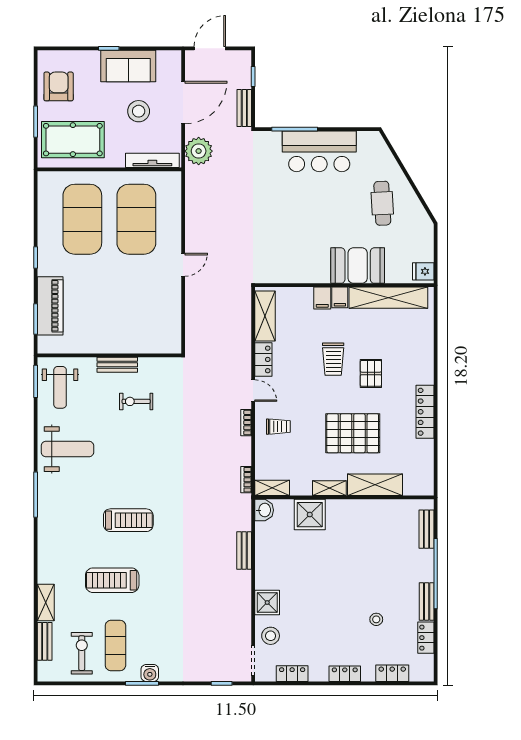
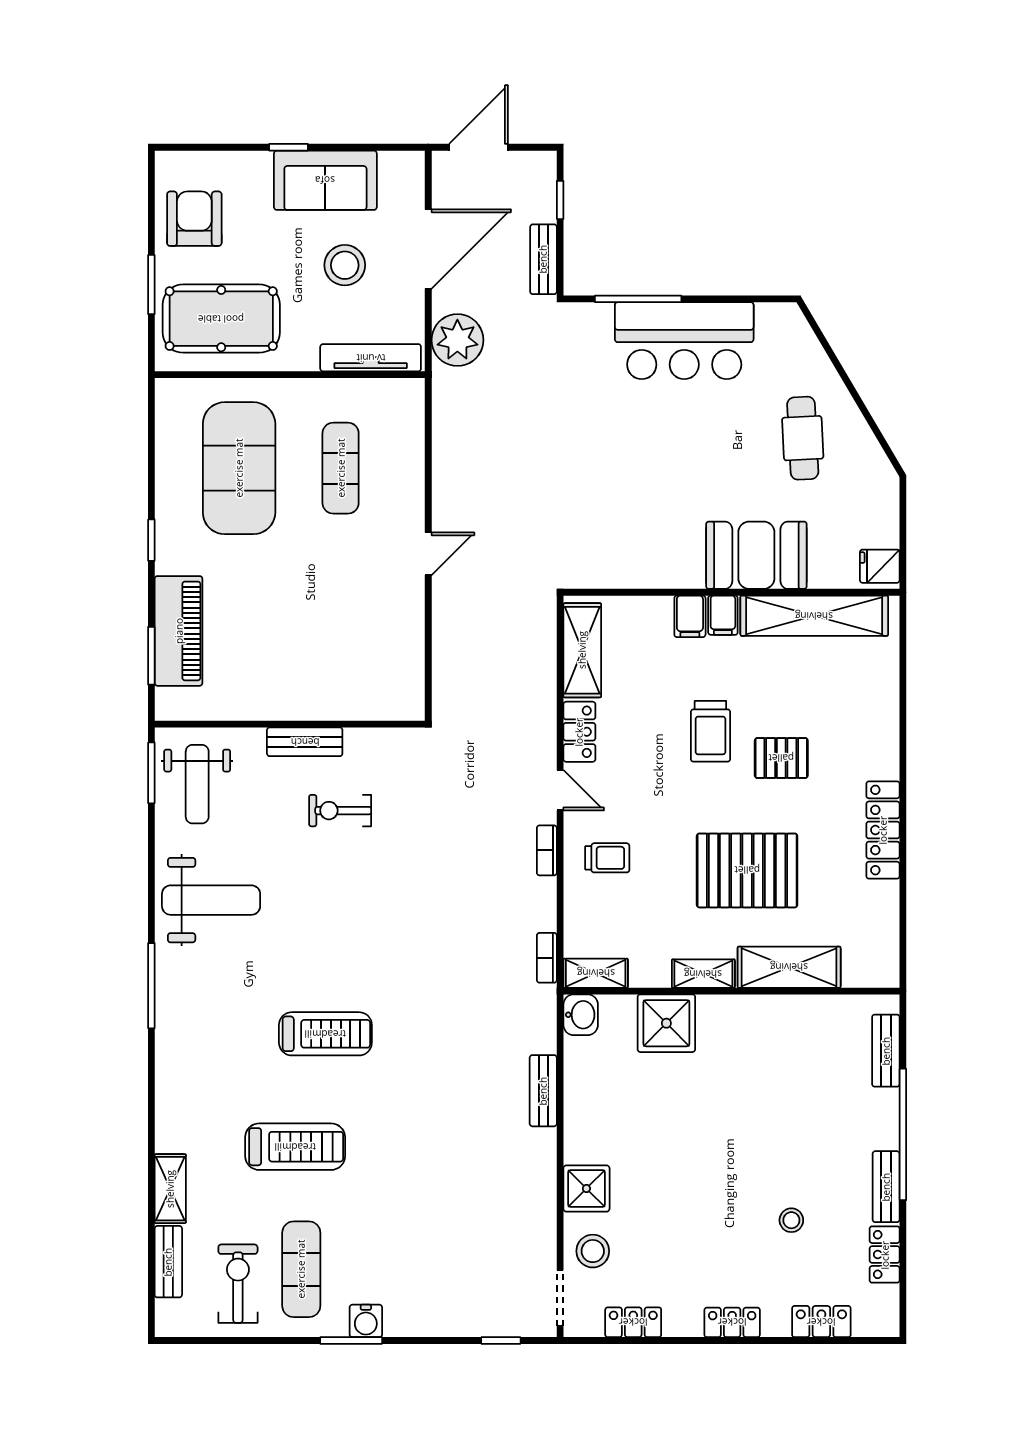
exercise mat: (136, 219) -> (341, 468), width x0.50, depth x0.69
pallet: (371, 373) -> (781, 758), turned 90
treadmill: (112, 580) -> (295, 1147), turned 180

